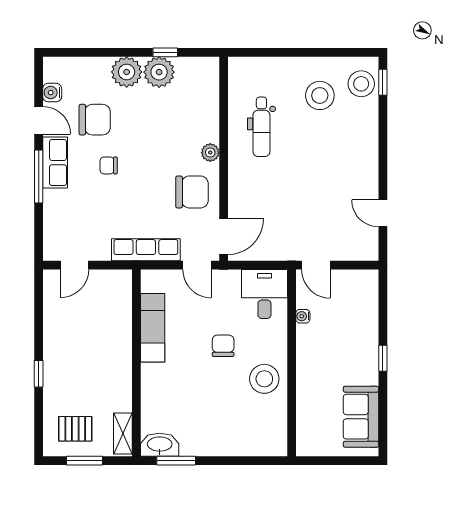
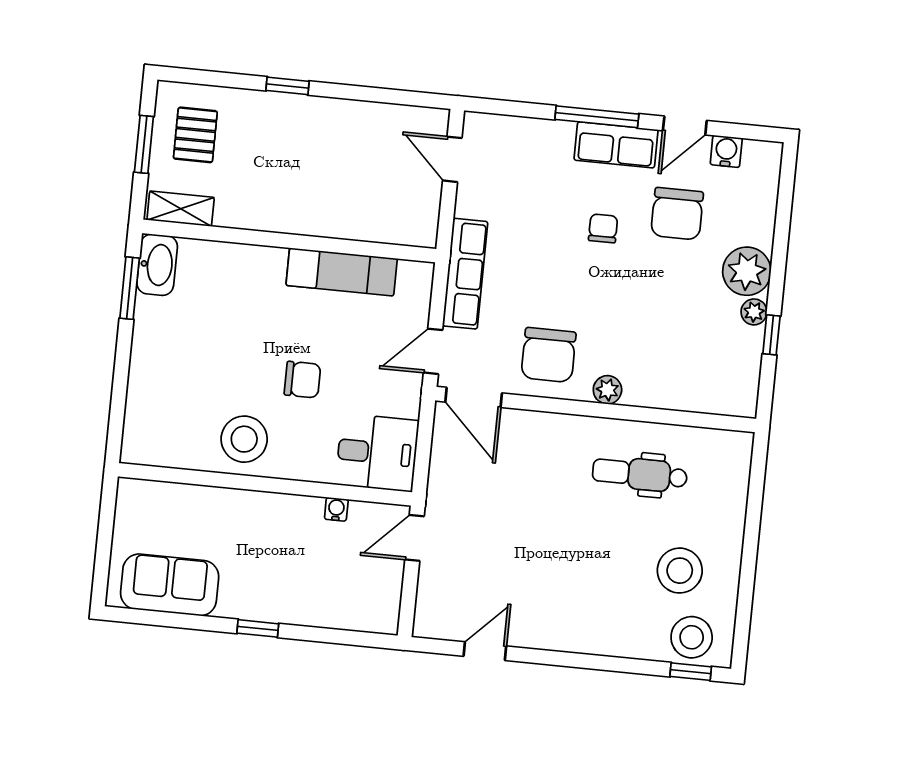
plant: (159, 72) -> (754, 312), width x0.53, depth x0.53

